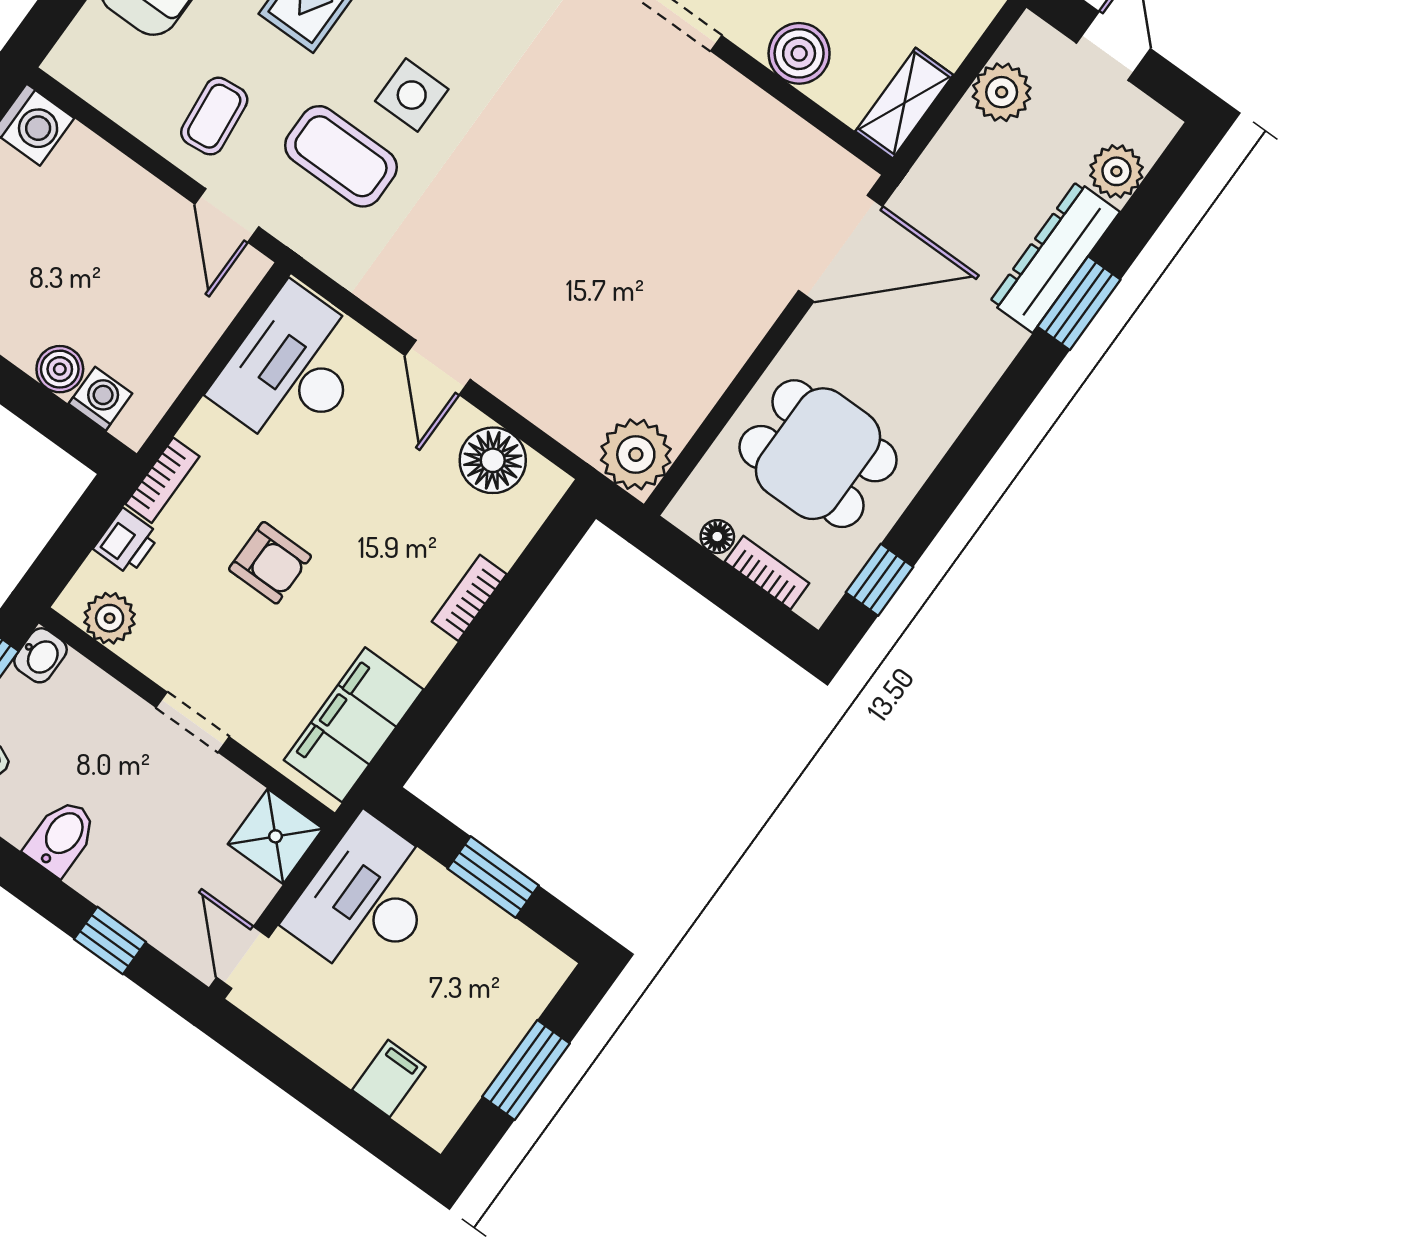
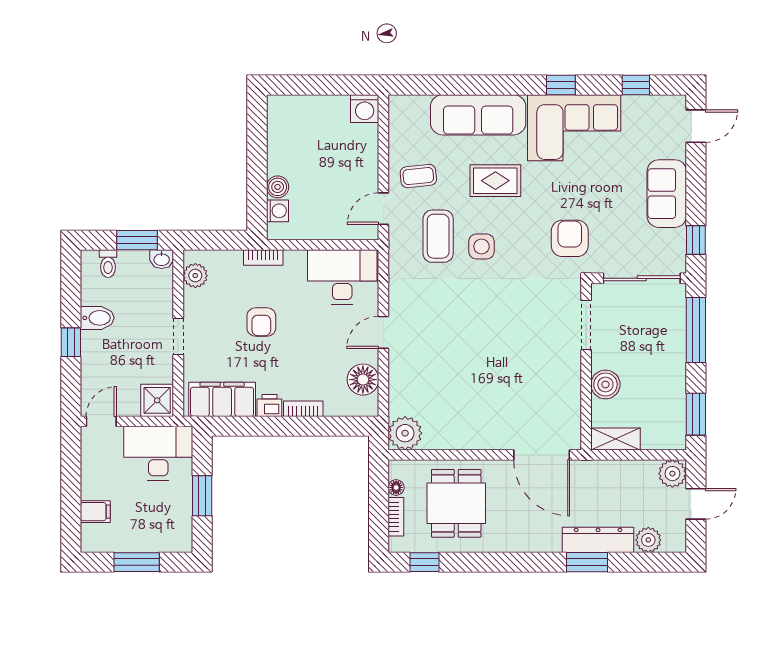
plant: (1002, 92) -> (672, 474), moved
printer: (127, 542) -> (269, 405), moved, turned 180
window: (110, 941) -> (71, 342), moved

